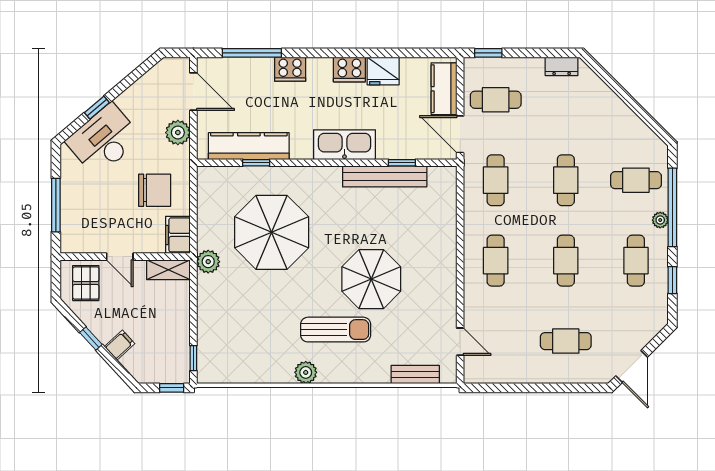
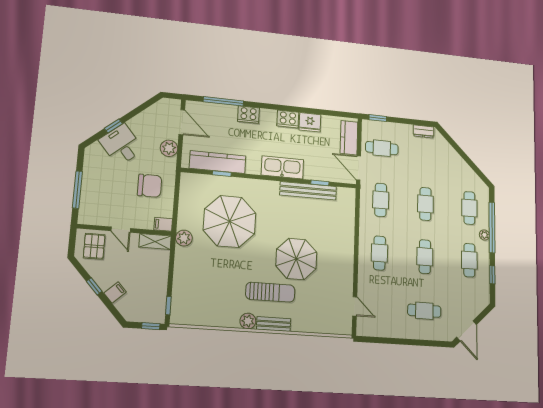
desk: (104, 140) -> (121, 145), width x0.73
cafe table: (636, 180) -> (469, 208), turned 90
filing cabinet: (178, 235) -> (163, 224), width x0.50
bench: (415, 374) -> (274, 324), moved

